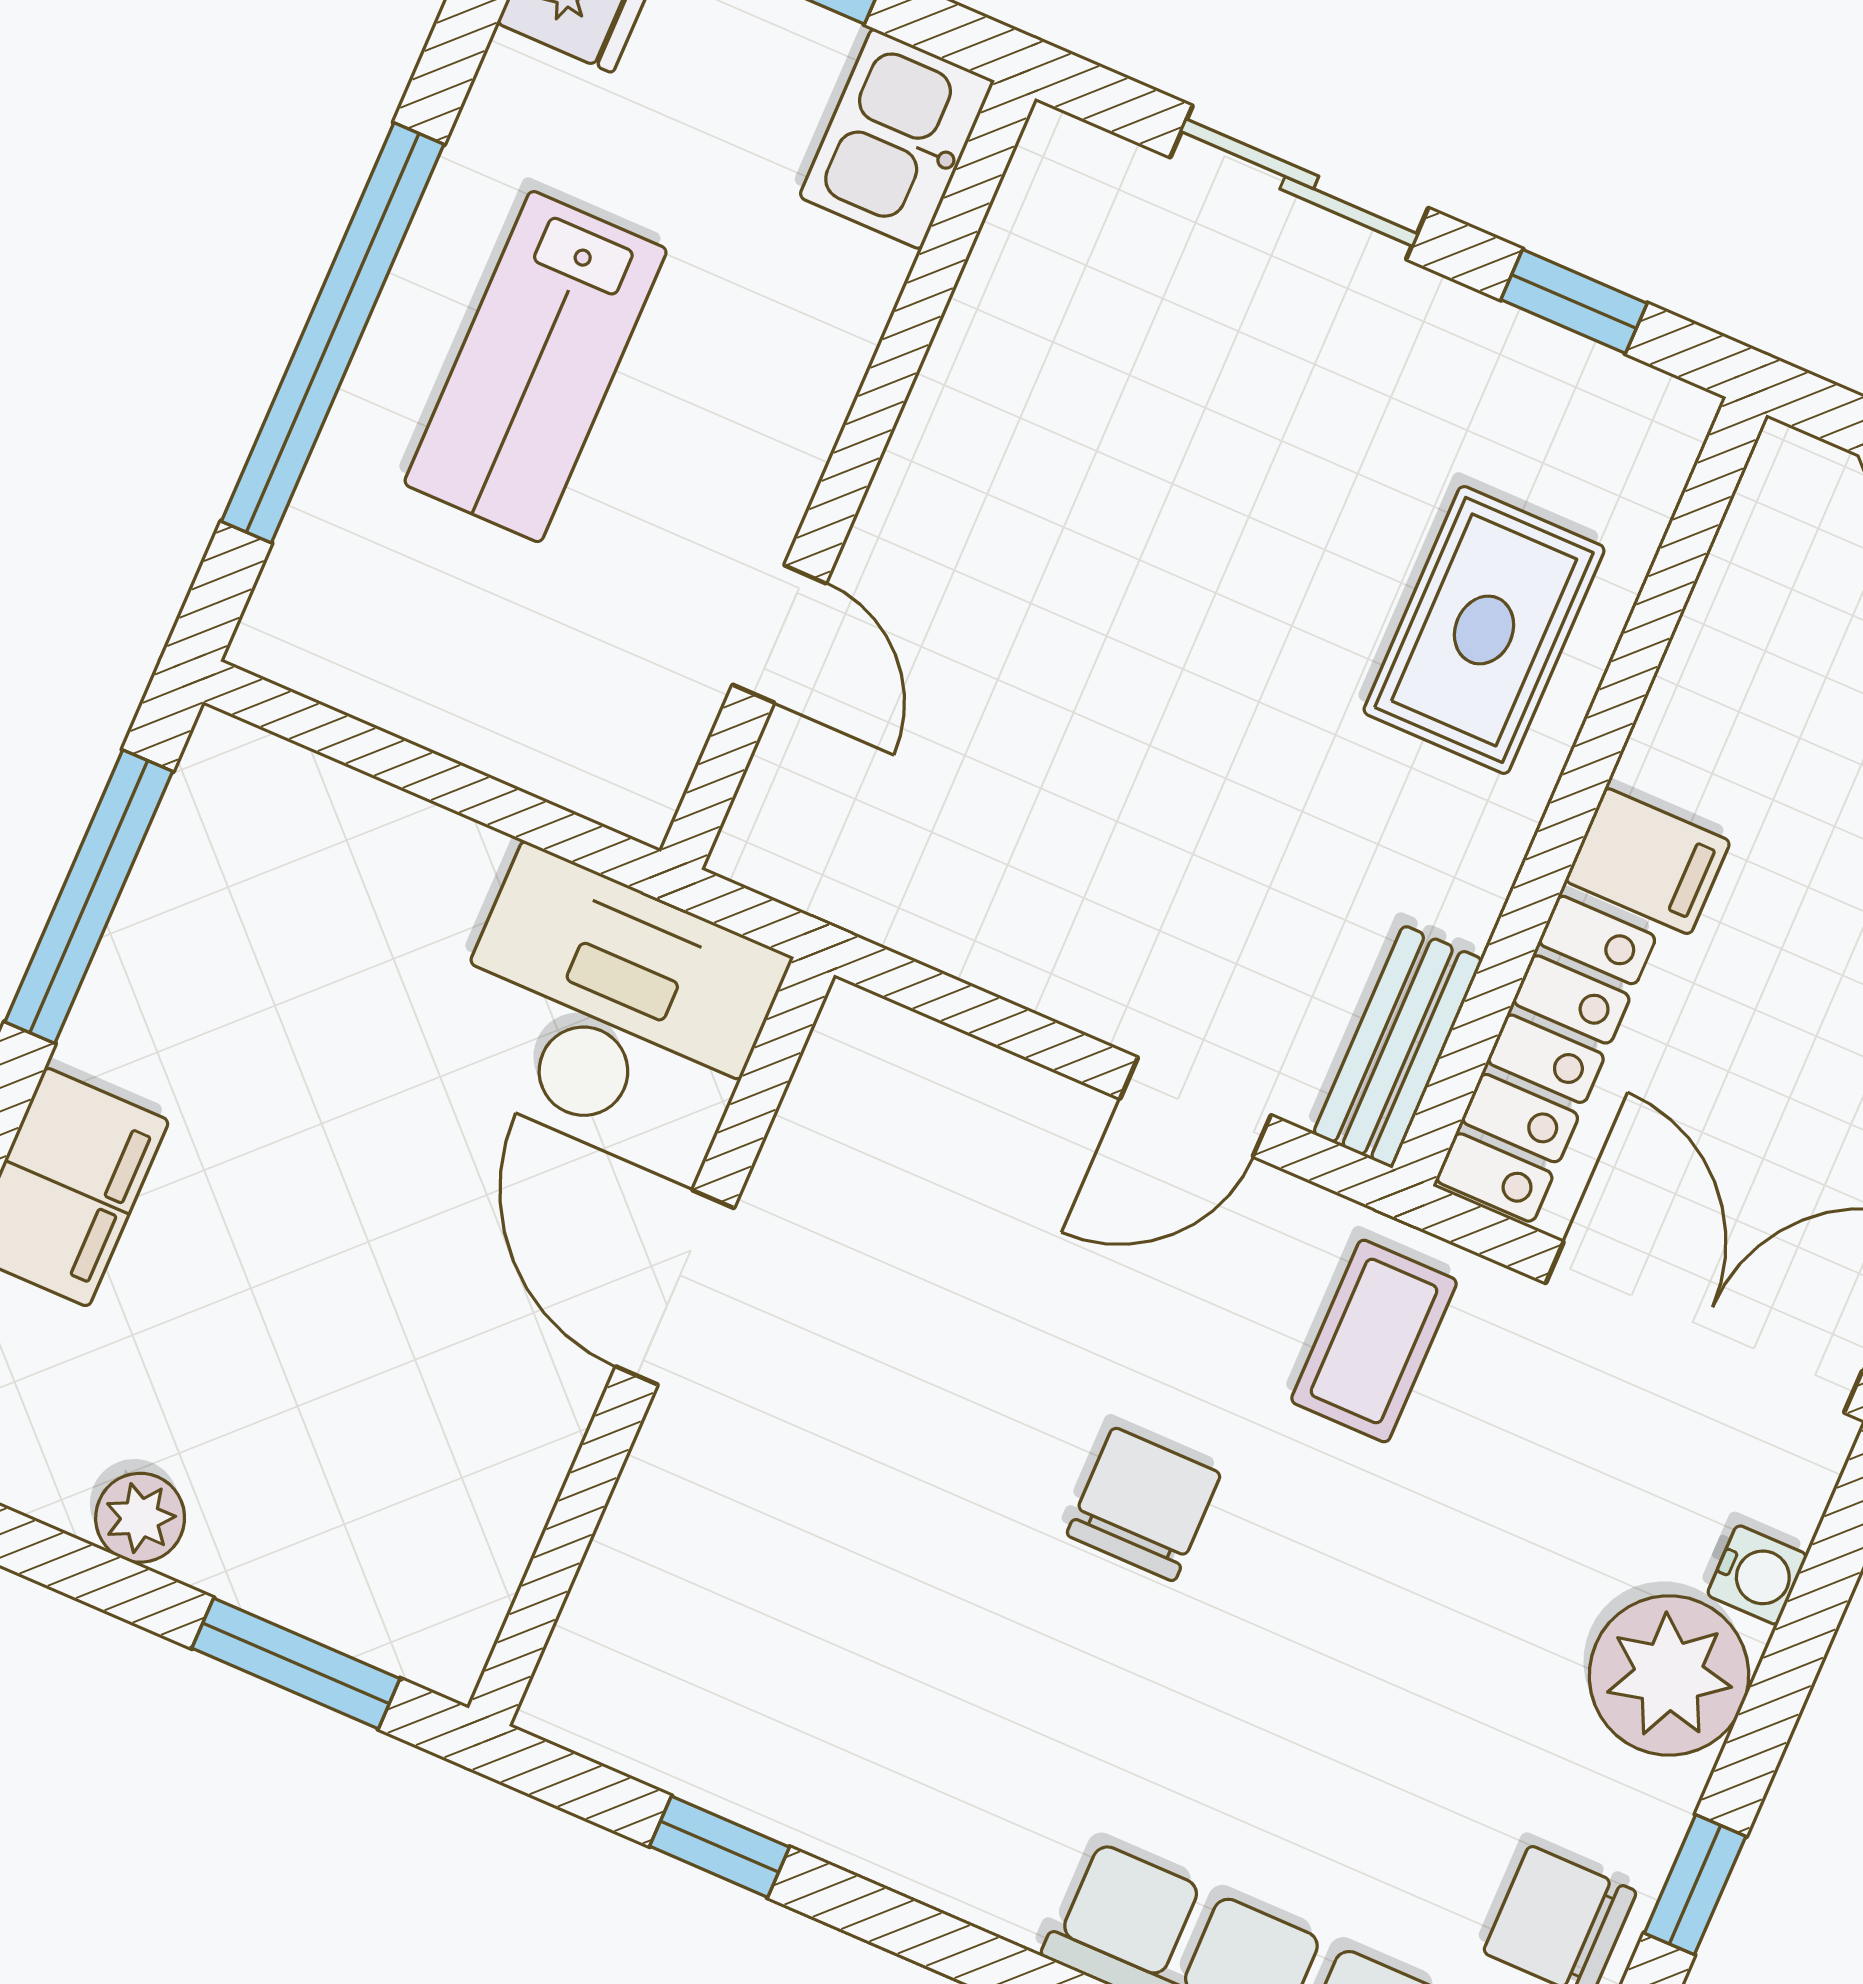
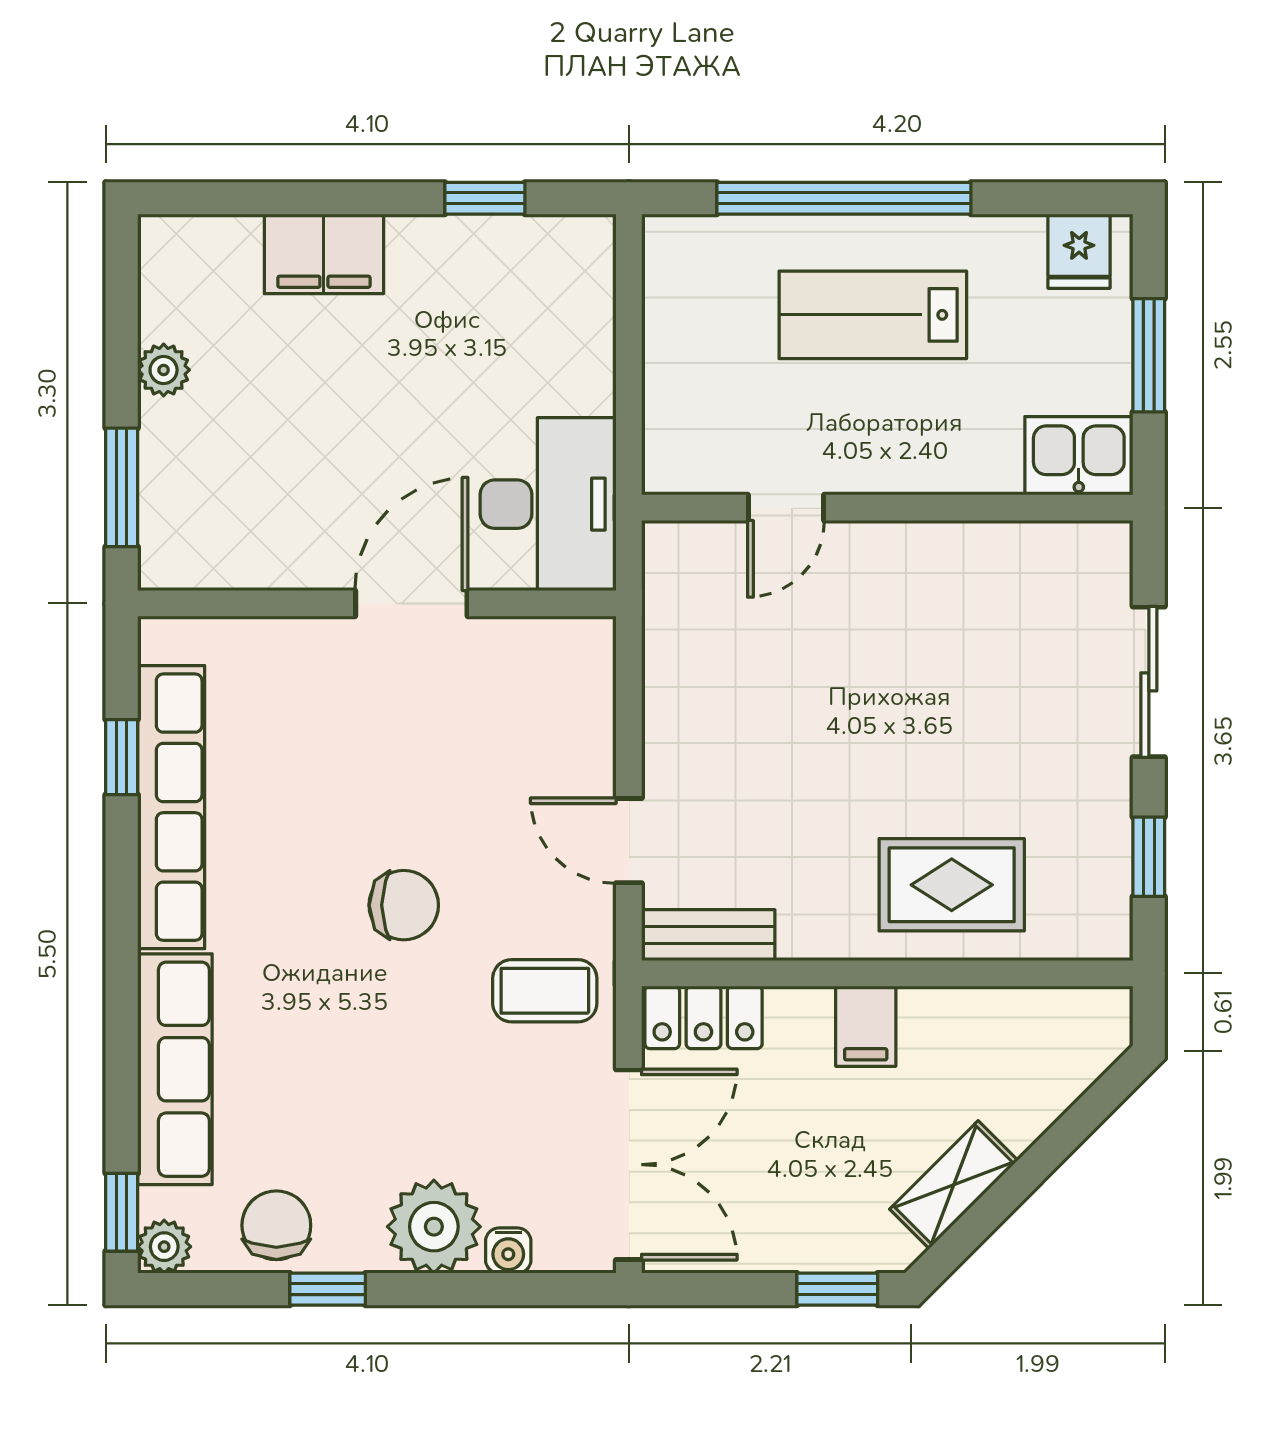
window: (89, 897) -> (485, 198), width x0.46
locker: (1546, 1059) -> (703, 1017), width x0.66
row of seats: (832, 1803) -> (171, 807), added

